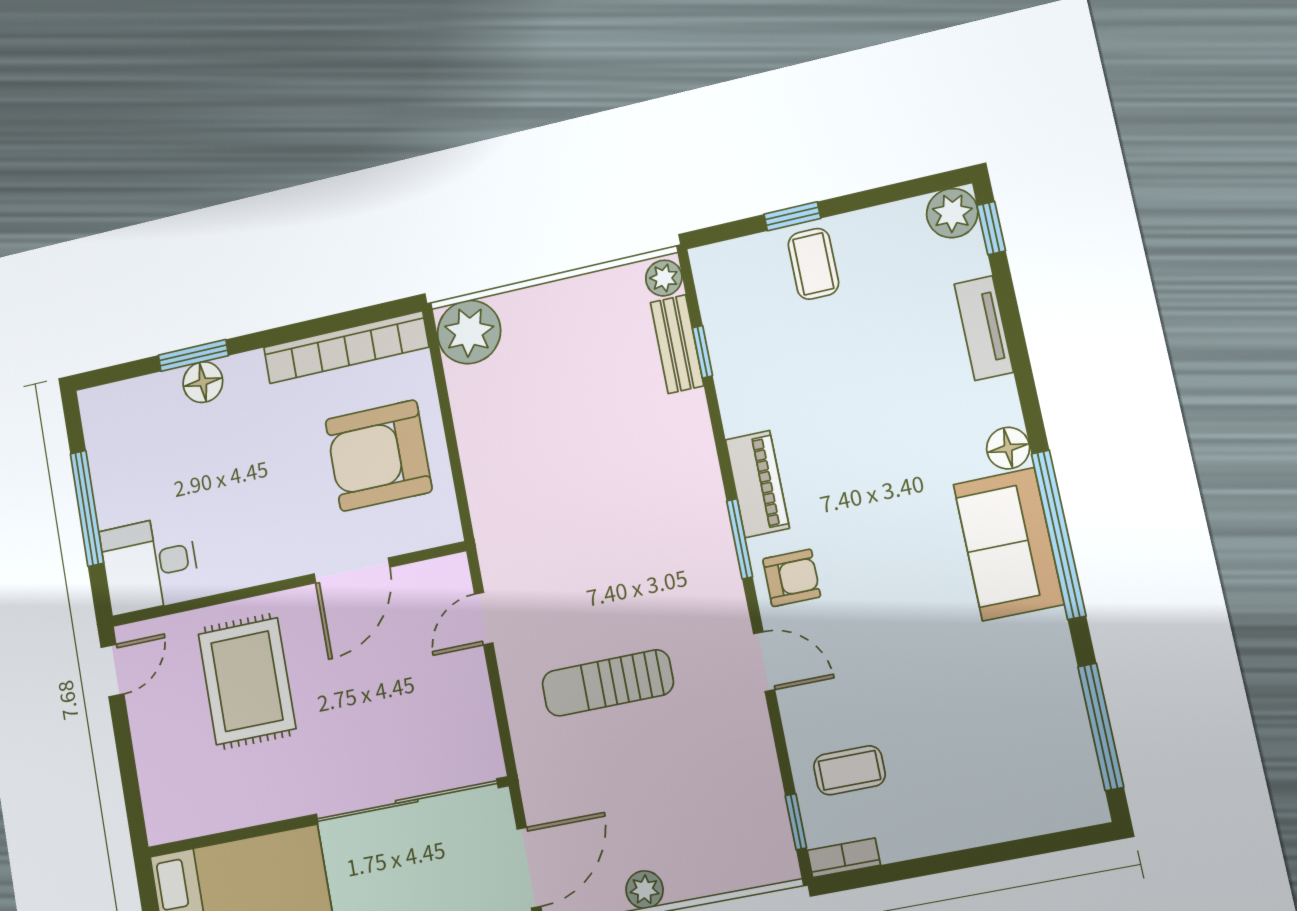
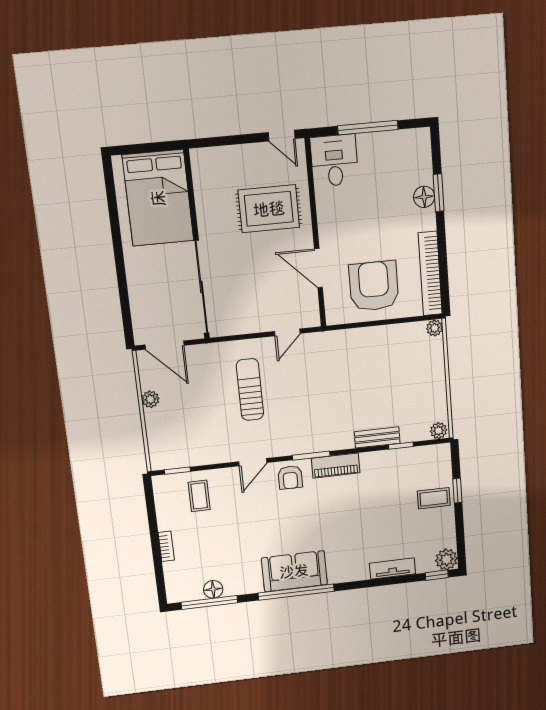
plant: (469, 332) -> (435, 328), width x0.53, depth x0.53
bench: (677, 344) -> (377, 437), moved
floor lamp: (1008, 448) -> (213, 589), moved
door: (484, 619) -> (287, 332), swing flipped
bookcase: (844, 858) -> (166, 546), moved

